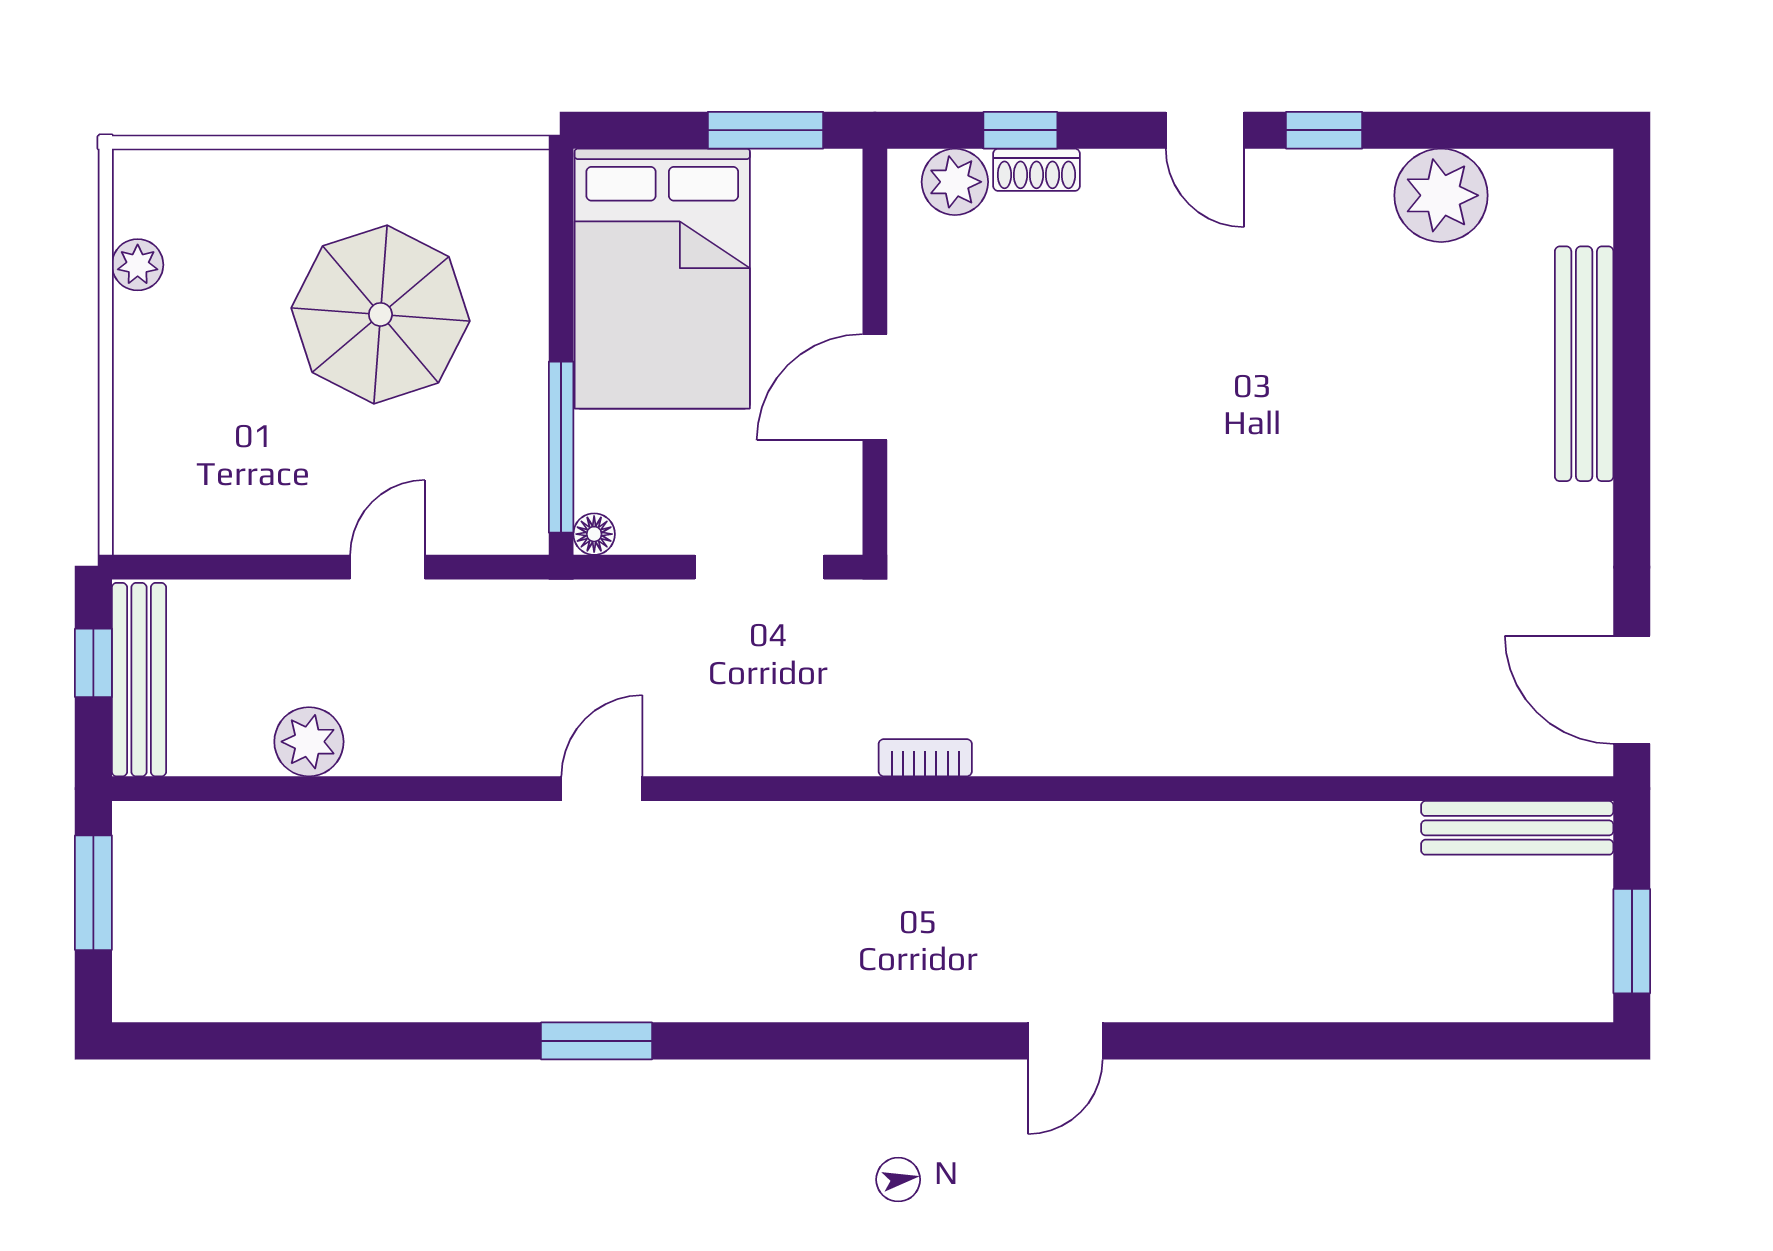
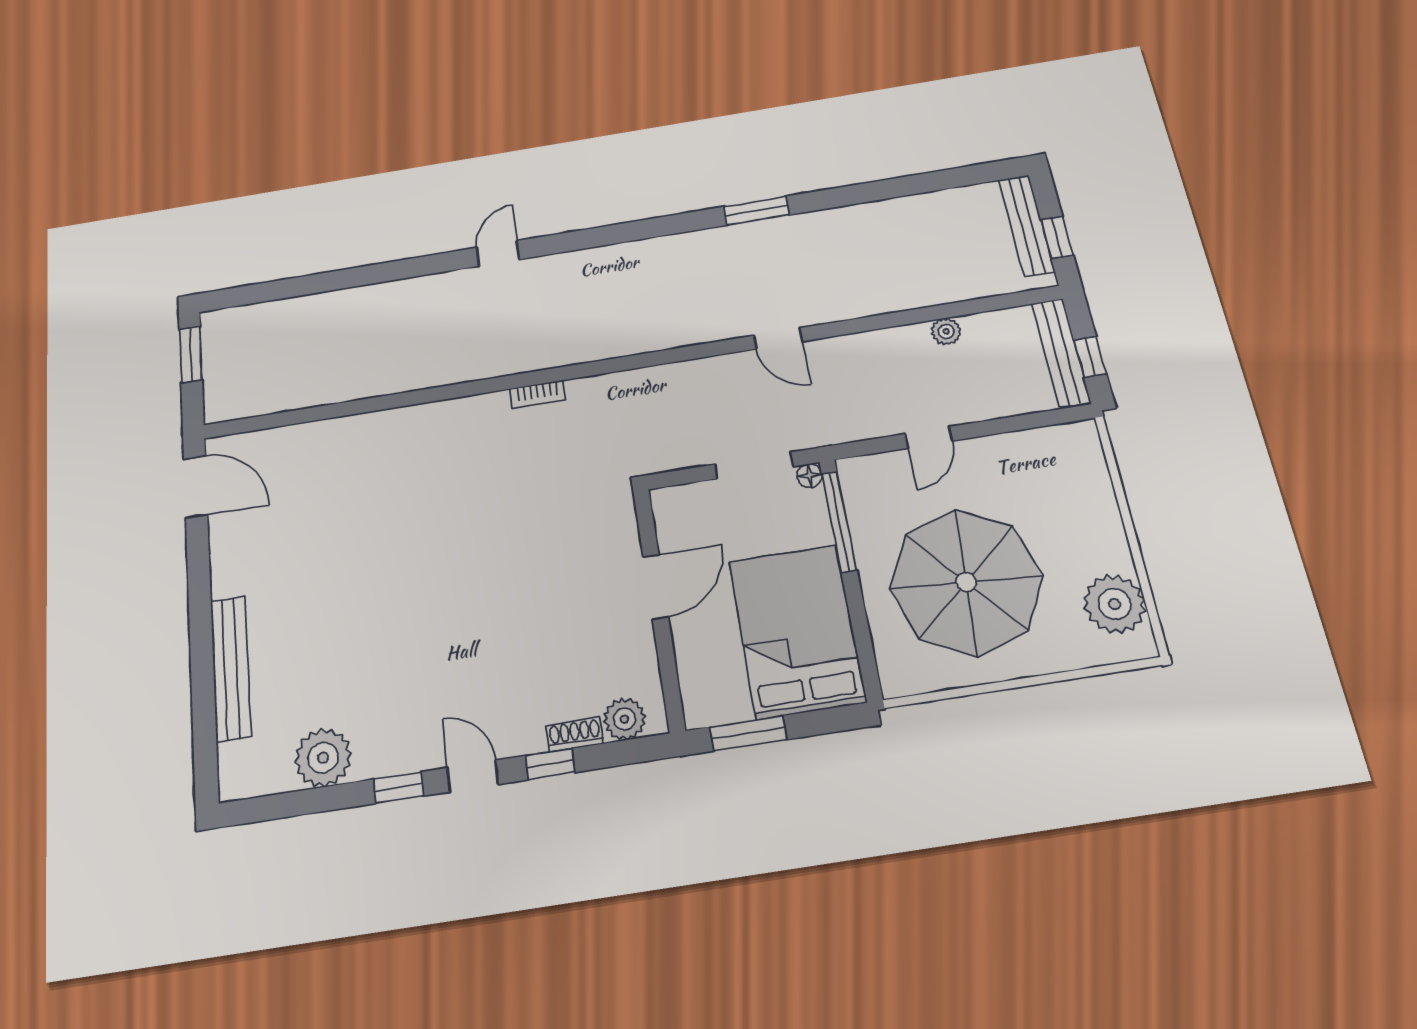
window: (1020, 130) -> (550, 764), moved
plant: (138, 265) -> (1115, 604), width x1.87, depth x1.87
parasol: (380, 314) -> (966, 582), width x1.36, depth x1.36
doorway: (759, 567) -> (754, 465), moved
plant: (309, 742) -> (946, 331), width x0.73, depth x0.73
bookcase: (925, 758) -> (538, 394), moved
door: (602, 789) -> (778, 338), hinge flipped
bench: (1517, 828) -> (1027, 226), moved, turned 90
window: (93, 893) -> (1057, 237), width x0.67

